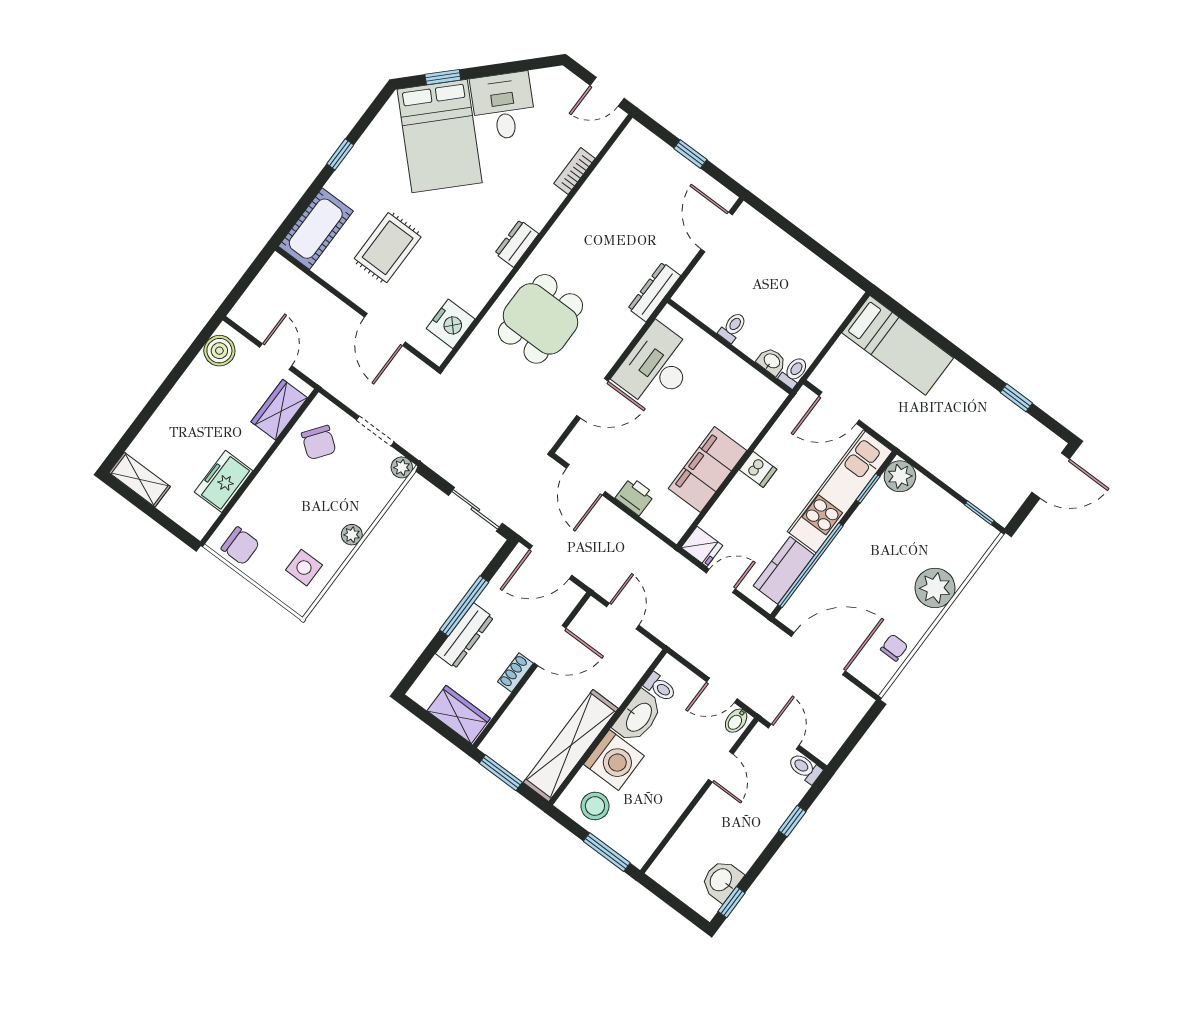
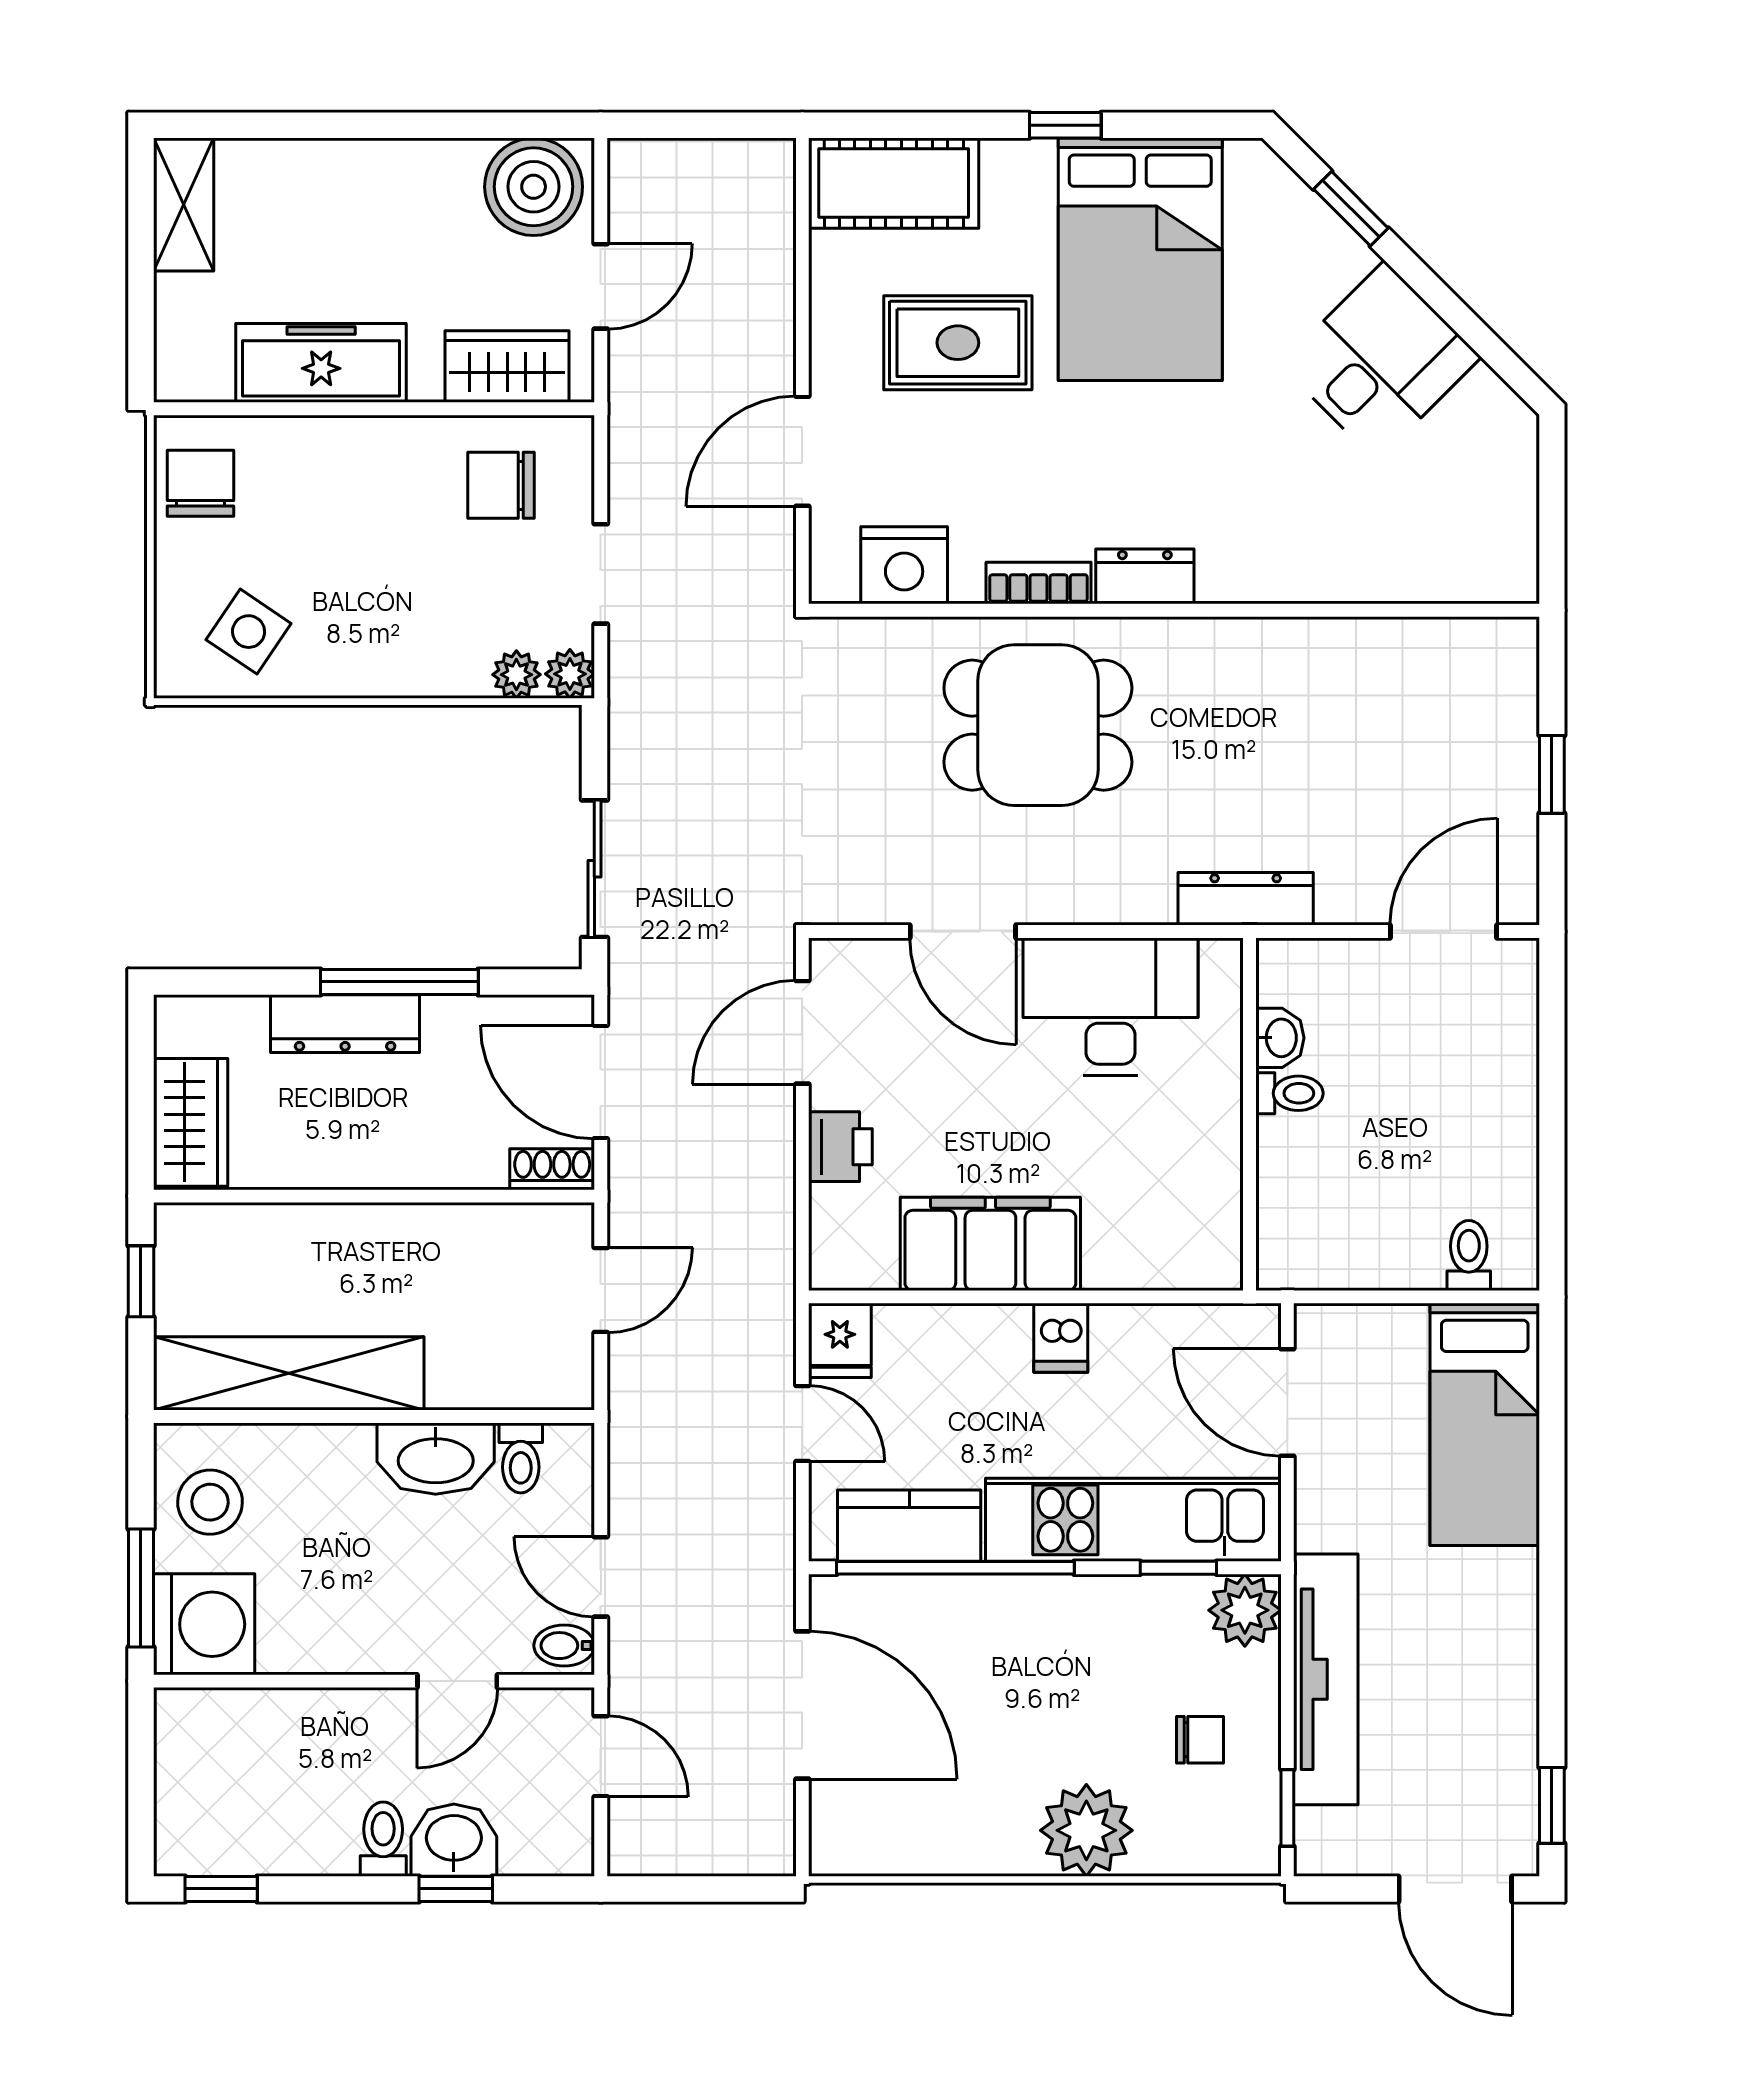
door: (607, 92) -> (1552, 533), removed
bed: (440, 136) -> (1140, 259), moved, turned -45
bookcase: (575, 171) -> (1039, 583), moved
boiler: (219, 351) -> (534, 187), width x1.37, depth x1.37
washbasin: (772, 361) -> (1280, 1038), moved
toilet: (794, 372) -> (1469, 1255), moved, turned -90
window: (1016, 398) -> (1552, 1805), moved
chair: (319, 442) -> (501, 485), turned 53
tv unit: (945, 466) -> (1326, 1679), added
freezer: (224, 481) -> (321, 363), width x1.40
plant: (352, 535) -> (516, 675), moved
chair: (240, 546) -> (200, 483), turned 180
side table: (304, 568) -> (249, 632), turned 34
door: (550, 646) -> (445, 1196), removed
chair: (894, 648) -> (1200, 1740), moved
shoe rack: (515, 672) -> (552, 1169), moved
door: (784, 737) -> (601, 1756), hinge flipped
washing machine: (614, 760) -> (204, 1624), moved, turned -90
toilet: (805, 768) -> (383, 1839), moved
window: (501, 773) -> (141, 1281), width x0.67
washbasin: (722, 880) -> (454, 1840), moved

